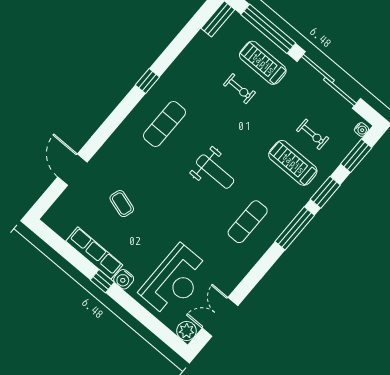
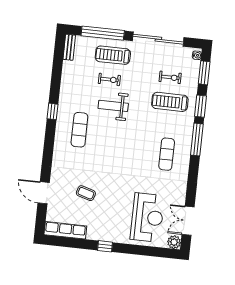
weight bench: (215, 172) -> (113, 106), moved, turned 180
row of seats: (94, 253) -> (65, 230), moved
water cooler: (124, 279) -> (117, 237), removed

